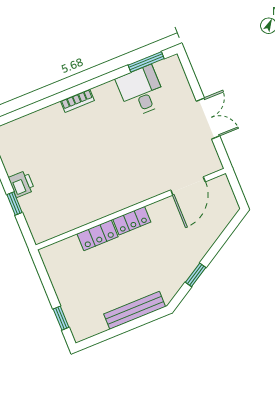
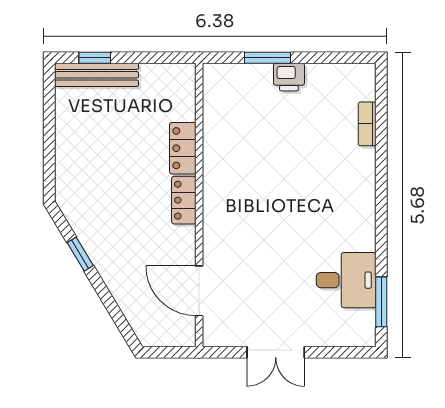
bookcase: (77, 101) -> (367, 124), moved
window: (15, 203) -> (267, 58), width x1.50
bench: (135, 310) -> (97, 75), moved, turned 90

